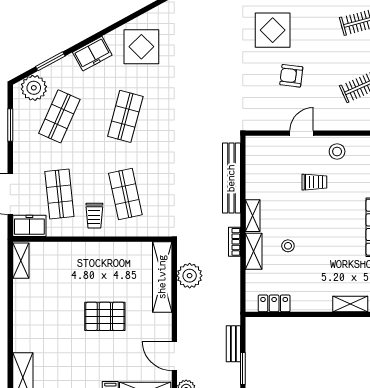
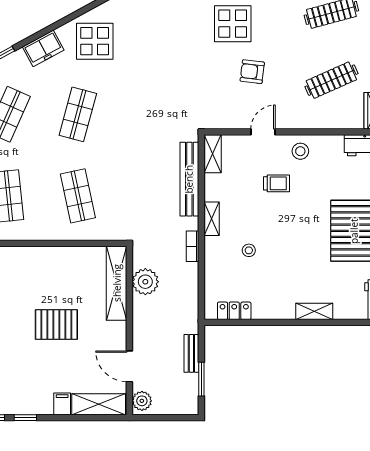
trolley: (94, 216) -> (45, 219), removed
shelving: (254, 251) -> (213, 154), moved

